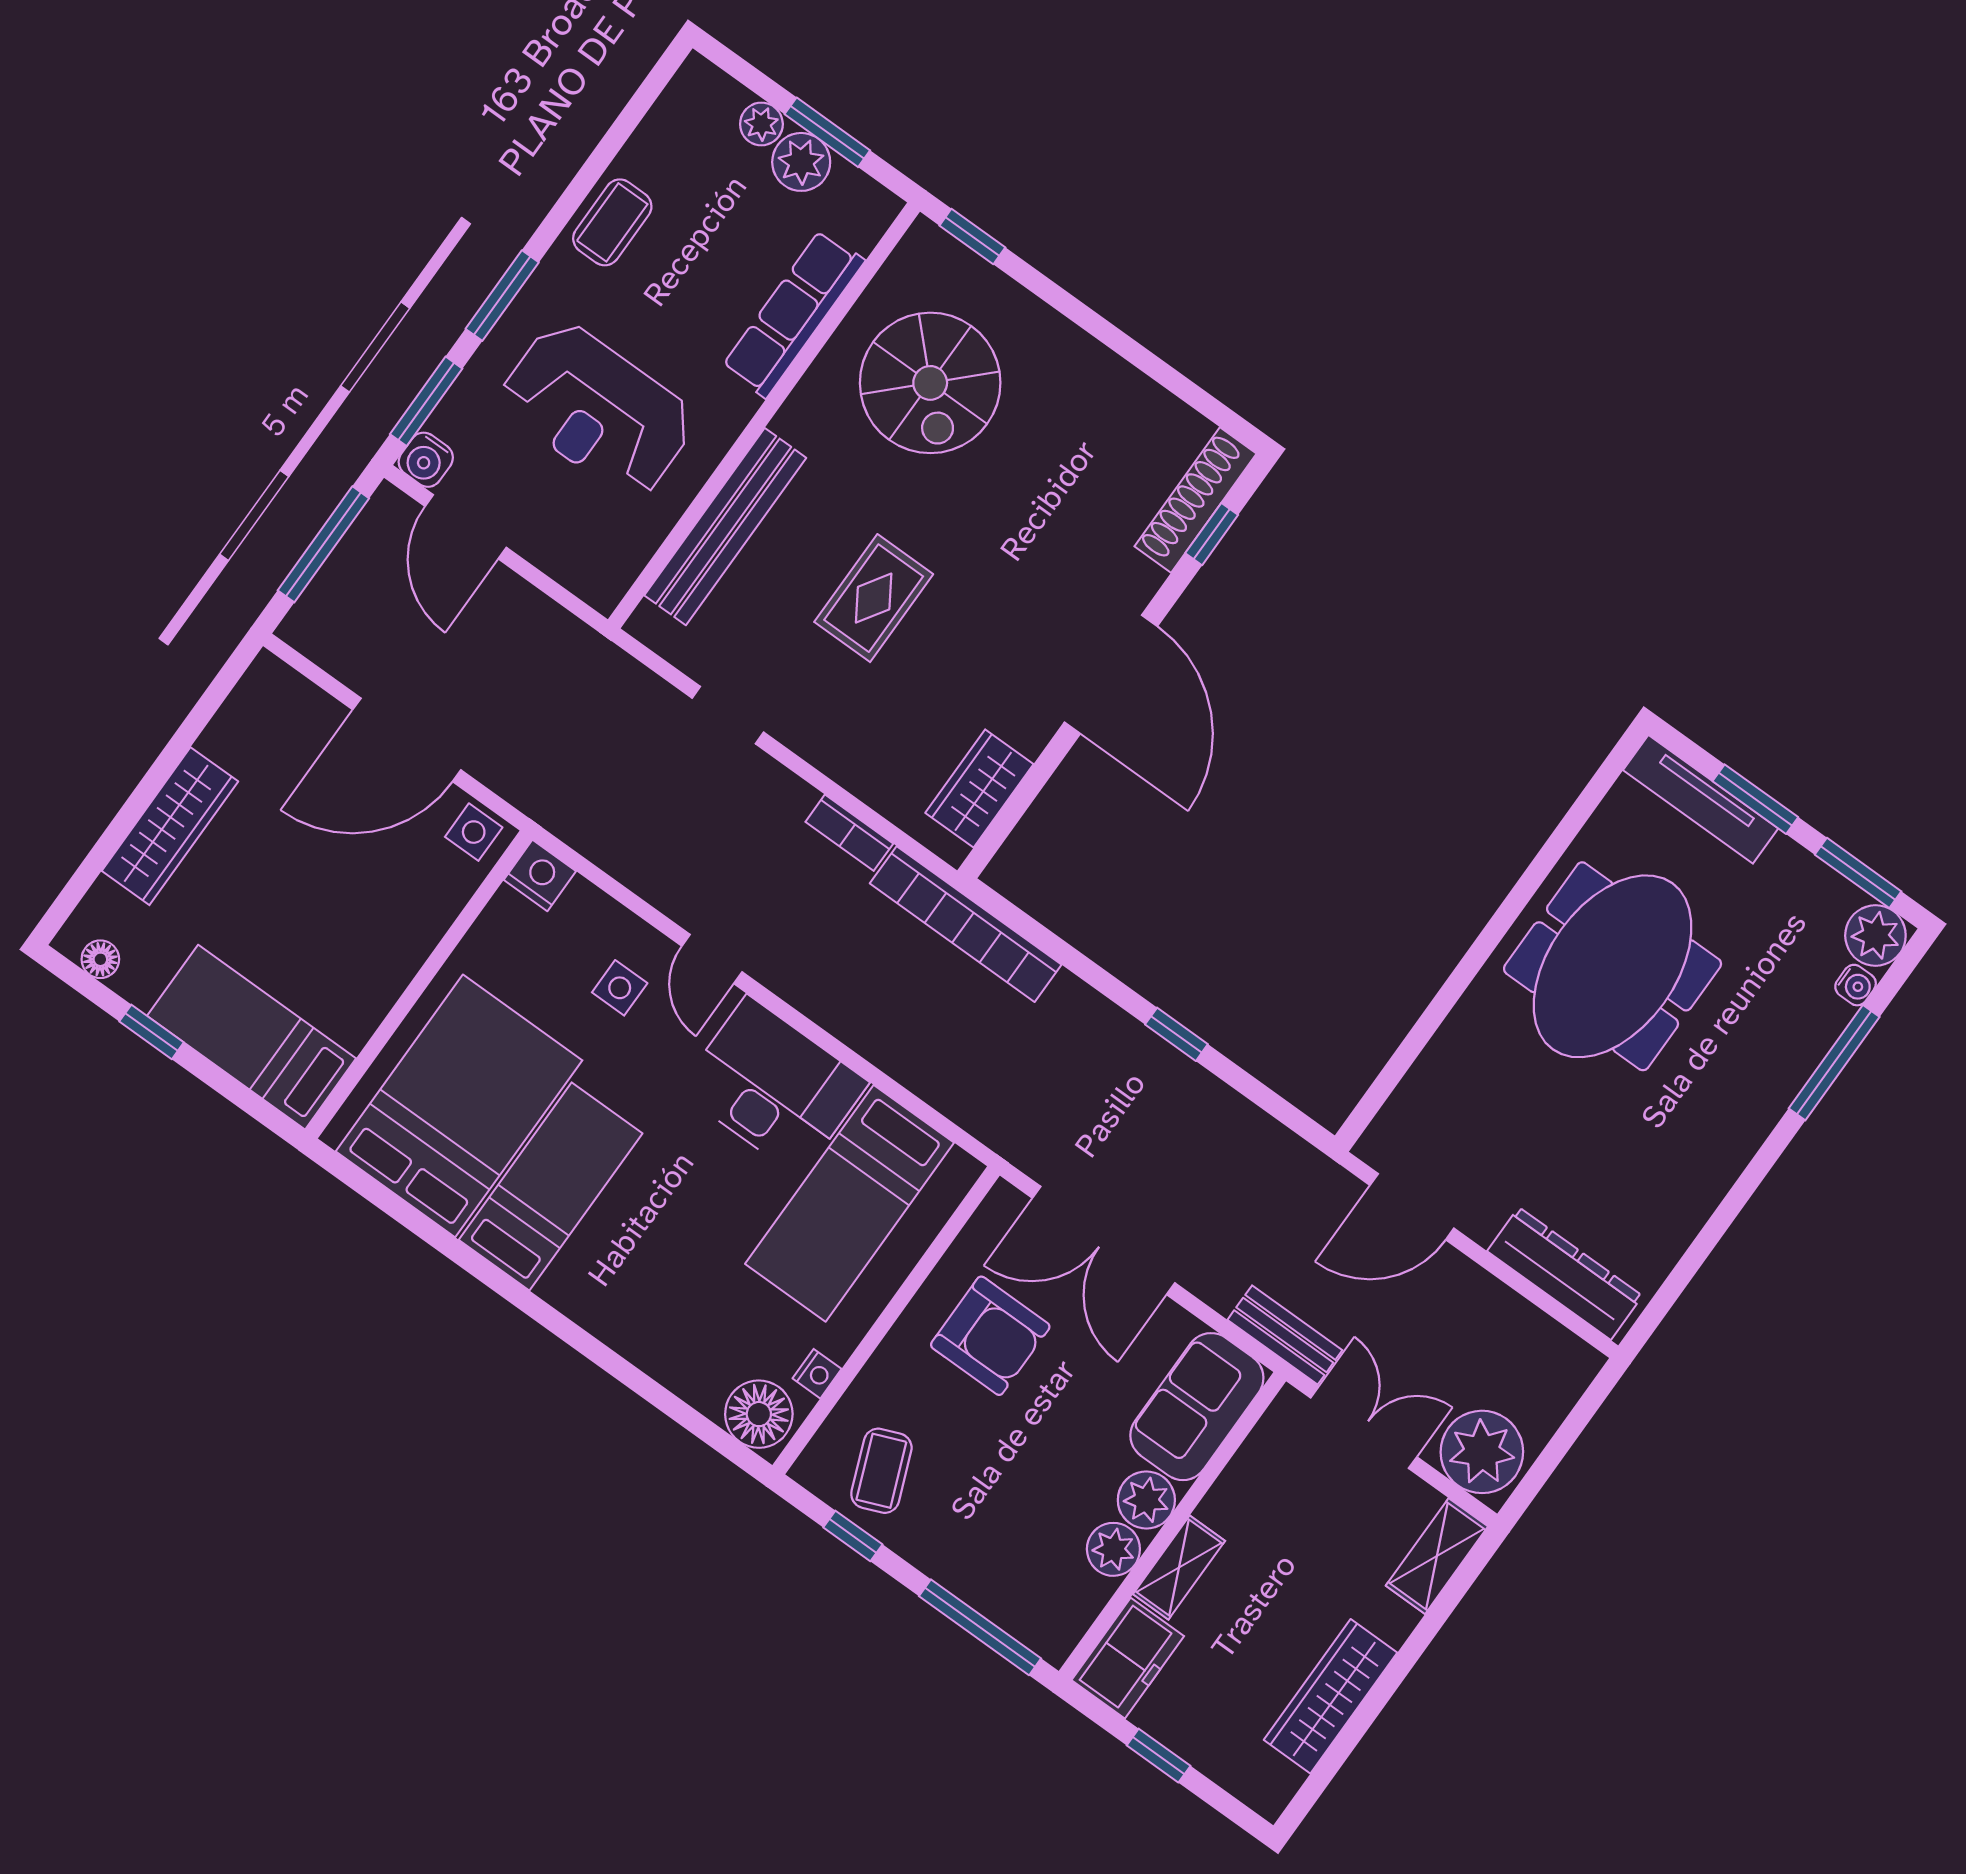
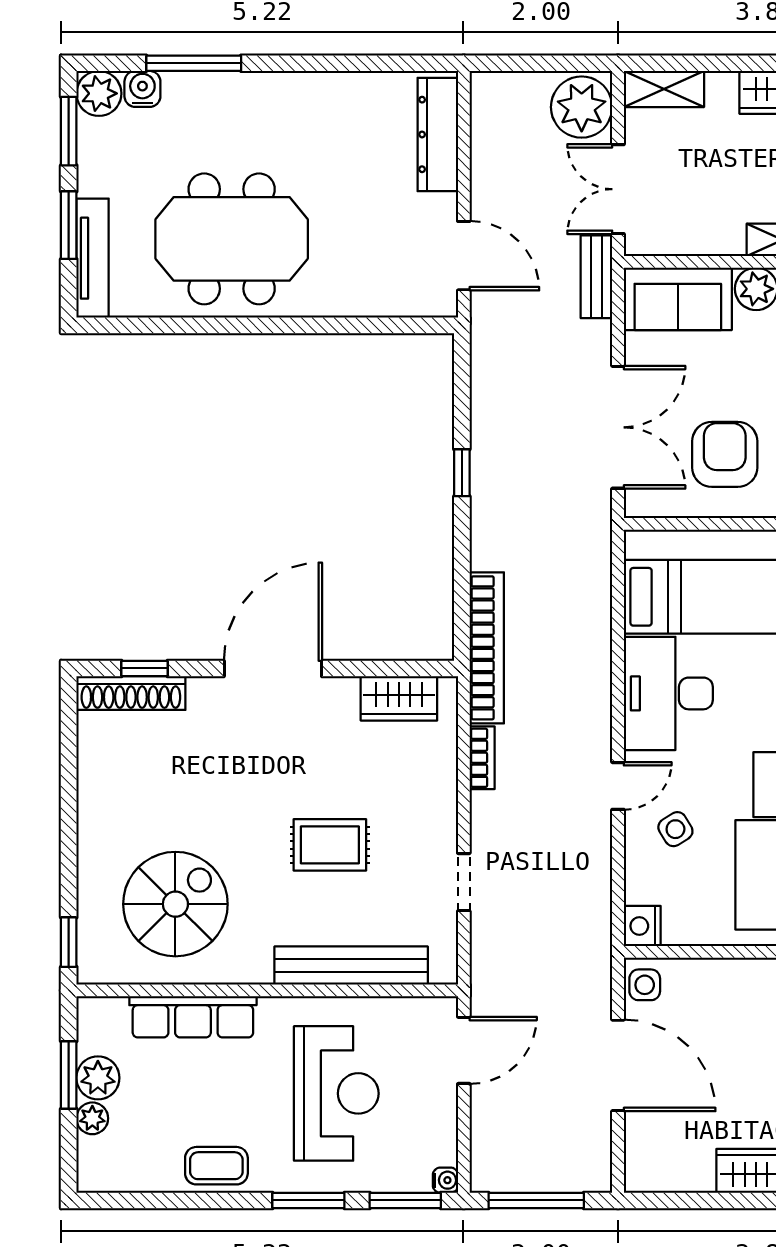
water cooler: (426, 460) -> (445, 1180), width x0.72, depth x0.72
door: (466, 527) -> (464, 1050), moved
water cooler: (1856, 985) -> (142, 89), width x1.38, depth x1.38
side table: (620, 988) -> (675, 829), turned -32

